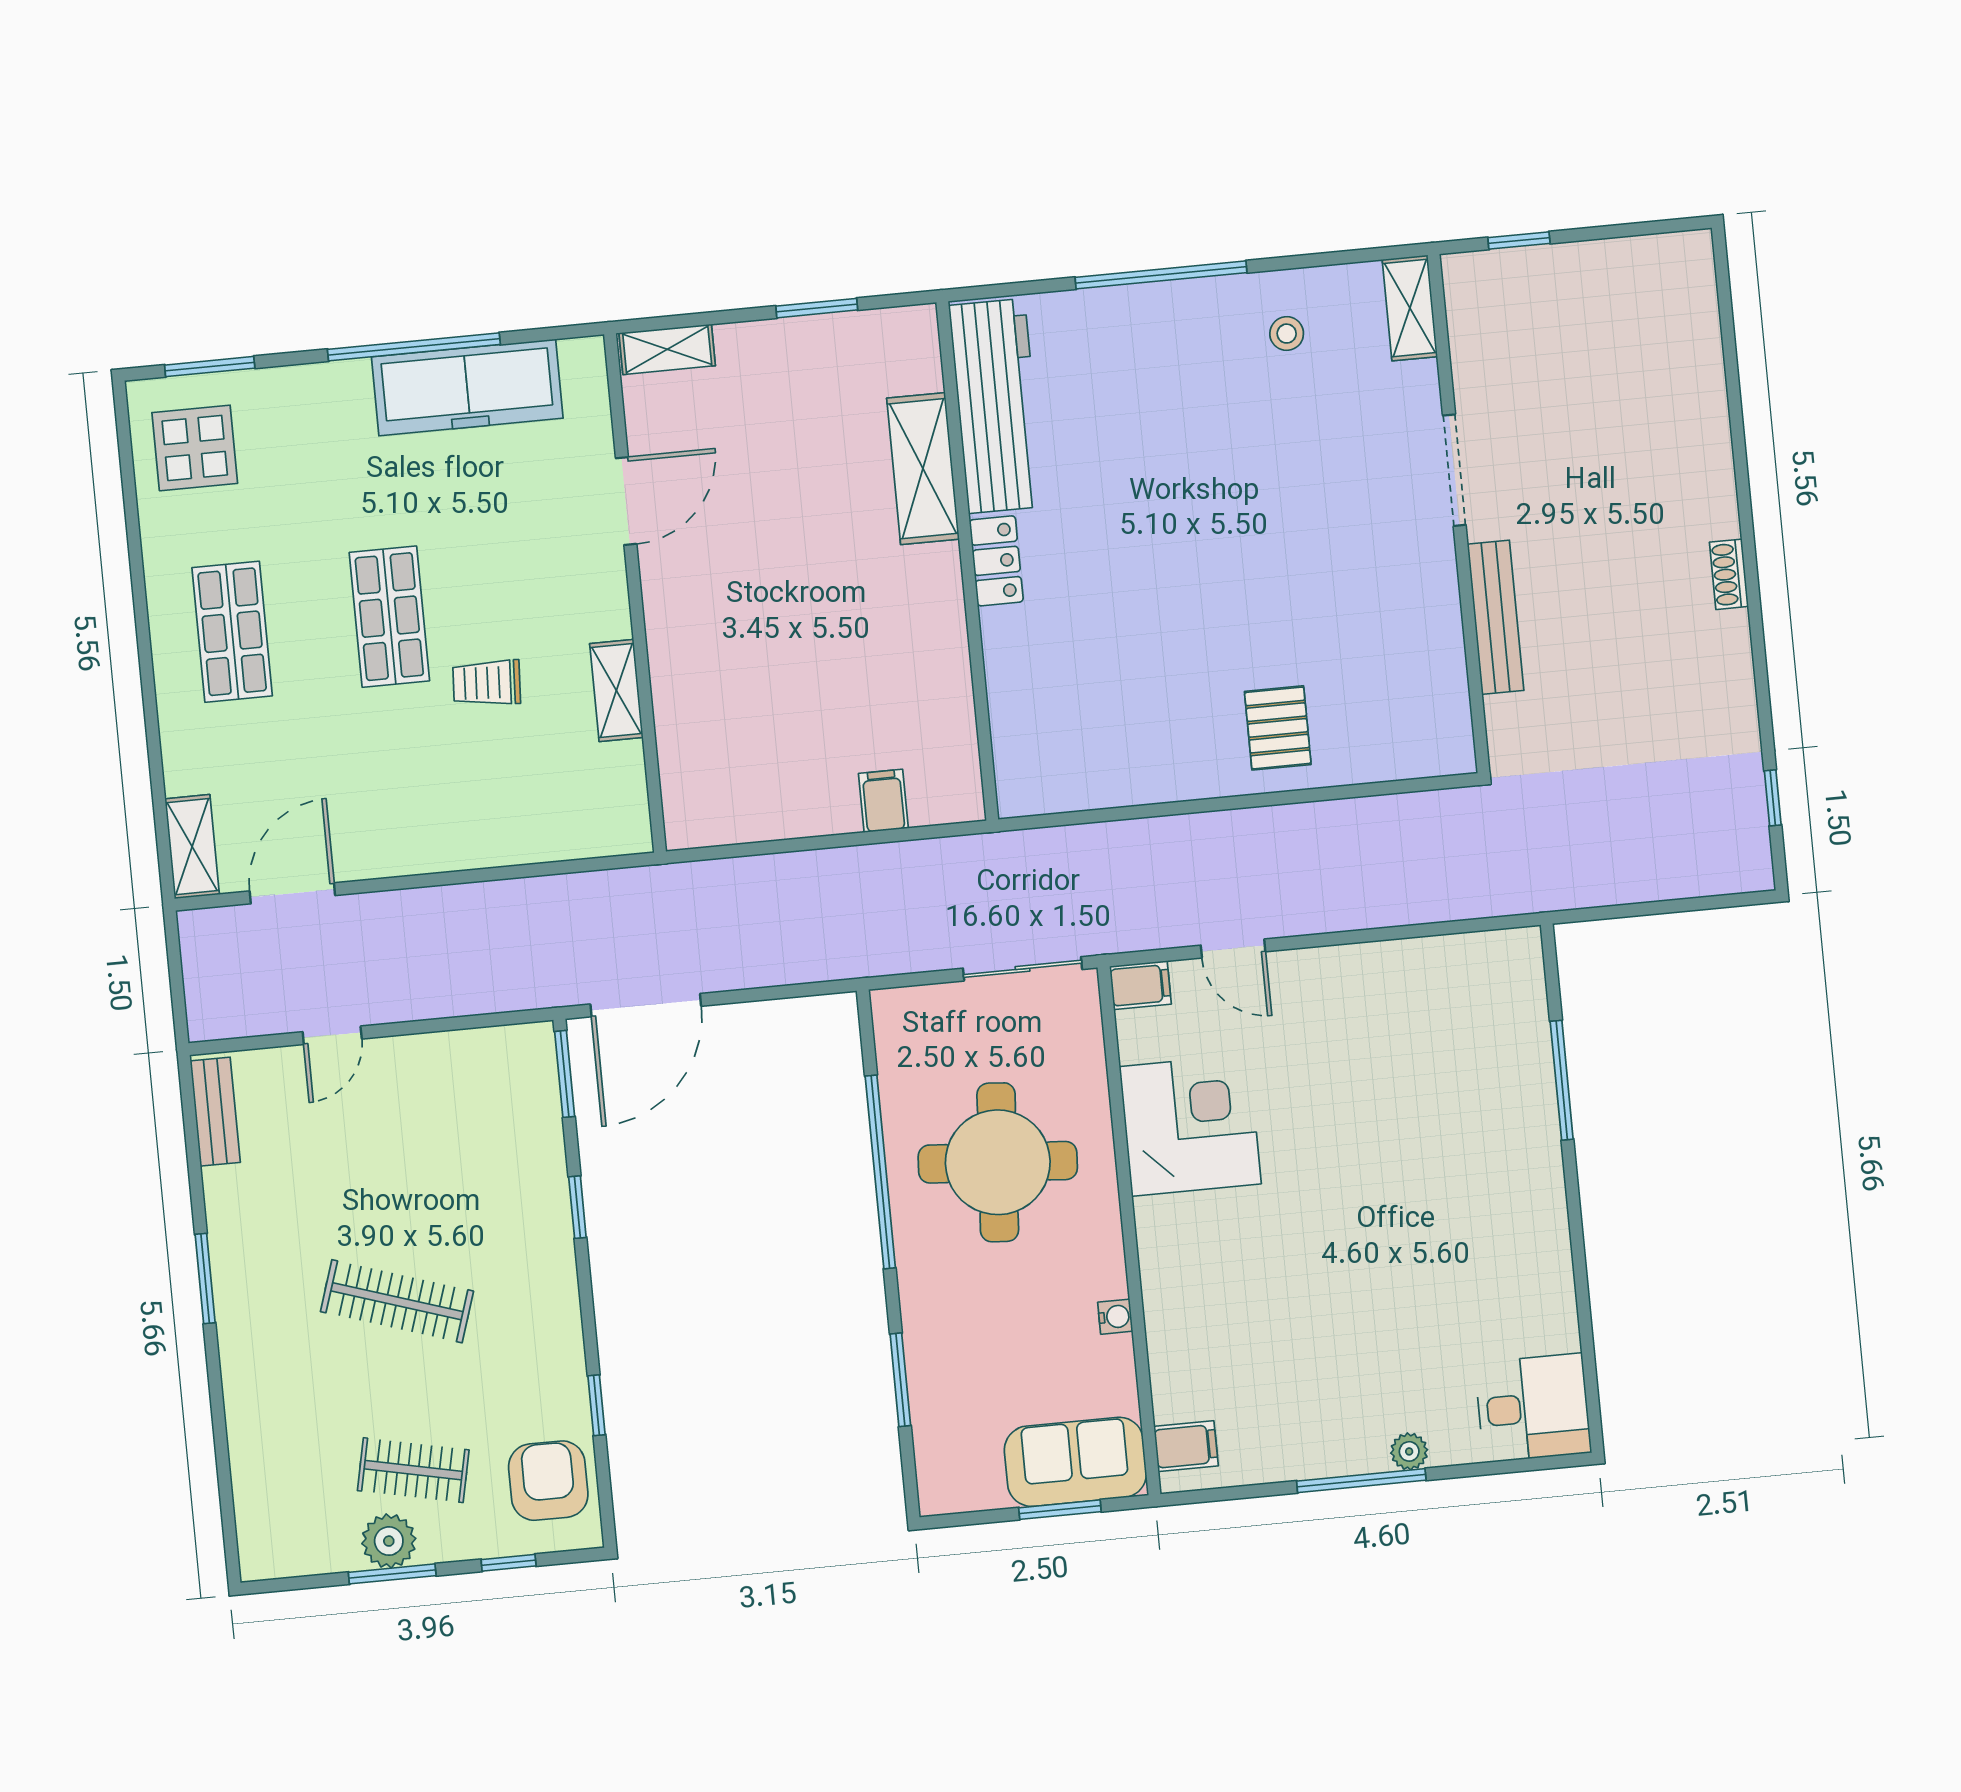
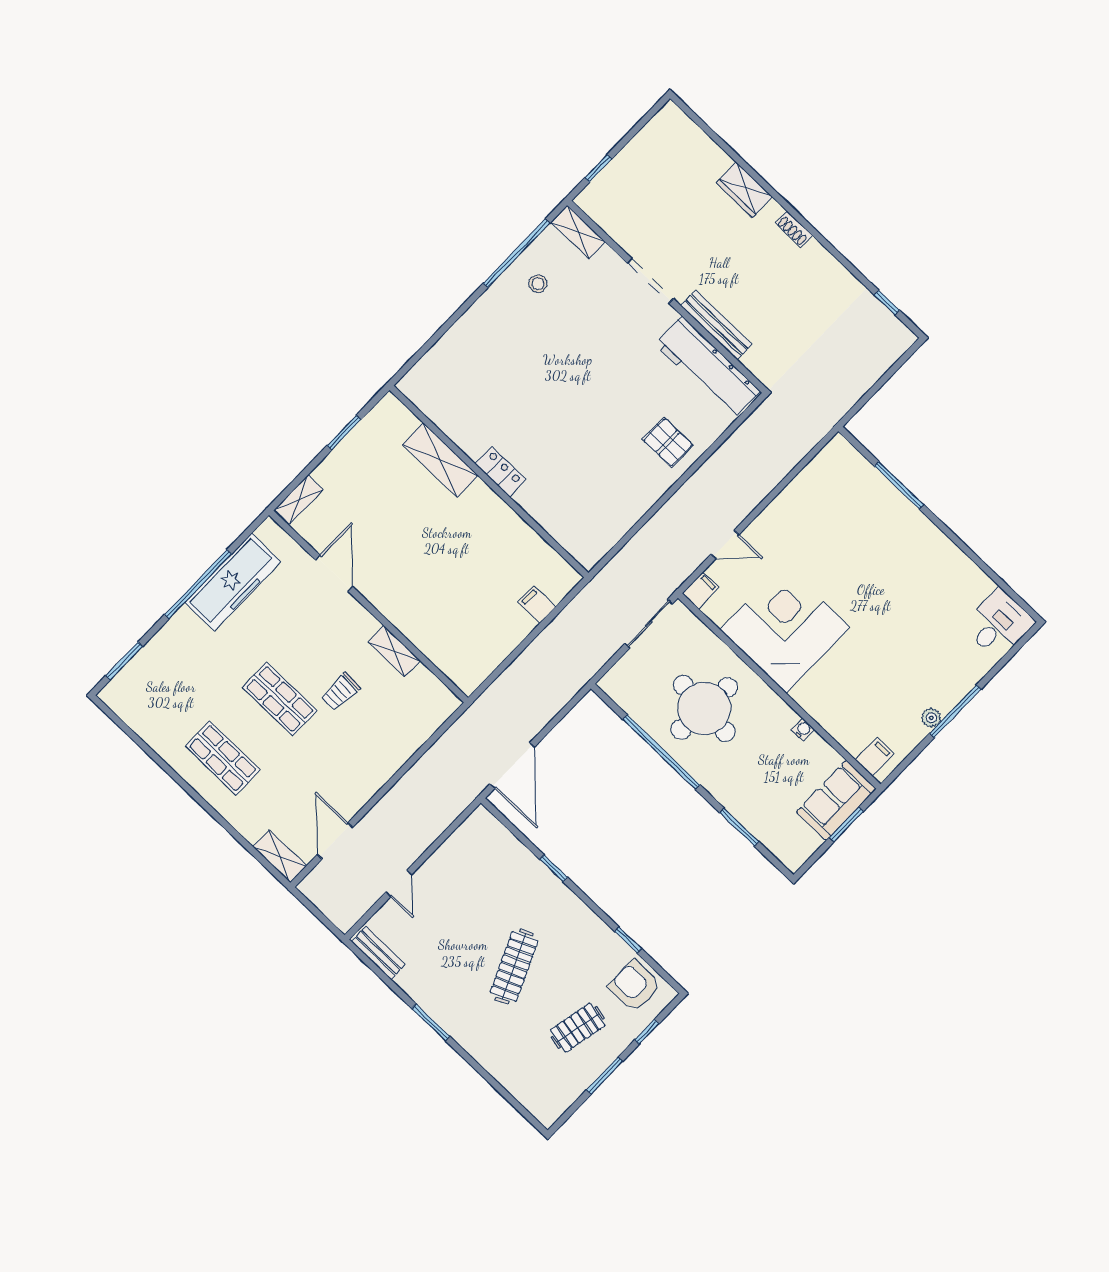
window: (1161, 275) -> (517, 253), moved
workbench: (997, 406) -> (708, 368), moved, turned 180
display table: (195, 448) -> (146, 698), removed
wardrobe: (1706, 455) -> (744, 190), added
window: (565, 1074) -> (504, 820), removed
corner desk: (1190, 1125) -> (785, 628), width x1.36, depth x1.36
clothes rail: (397, 1301) -> (514, 966), turned -42
plant: (1409, 1451) -> (931, 718), moved
plant: (389, 1541) -> (592, 1064), removed

